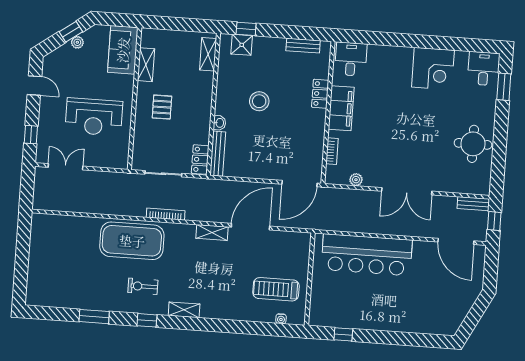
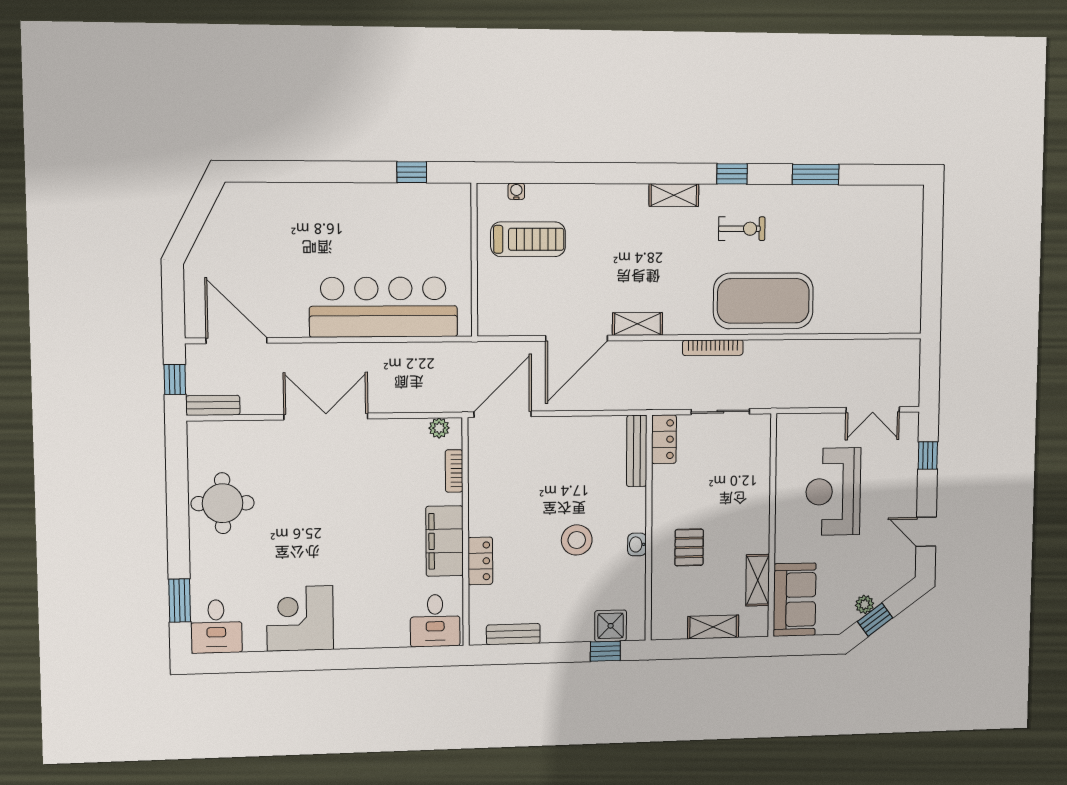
shelving: (208, 54) -> (713, 627), moved, turned 90
pallet: (162, 107) -> (689, 547), moved
reception desk: (94, 117) -> (833, 492), turned -90
washbasin: (219, 123) -> (637, 544), moved
plant: (356, 180) -> (439, 428), moved

